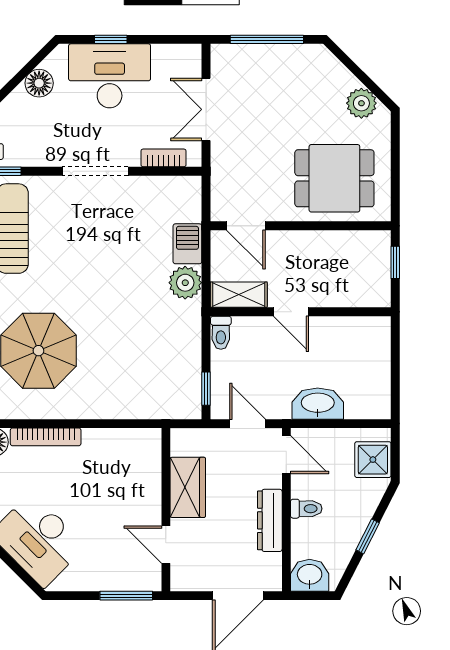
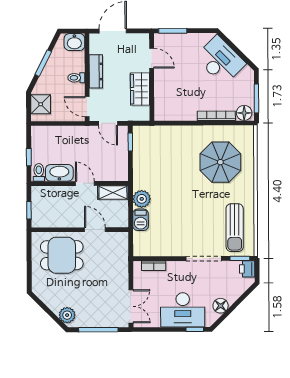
window: (111, 39) -> (195, 329), moved
plant: (361, 103) -> (67, 315), moved
double door: (206, 109) -> (131, 306), moved
doorway: (95, 171) -> (204, 259), moved
door: (246, 226) -> (95, 230), moved
toilet: (221, 333) -> (39, 172), moved
window: (395, 361) -> (29, 157), added
washbasin: (318, 404) -> (59, 173), moved, turned 180
window: (368, 536) -> (43, 63), width x1.50

